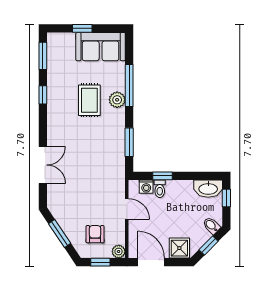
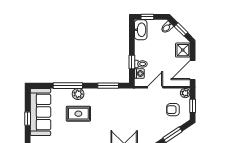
sofa: (101, 47) -> (40, 112), width x1.36

